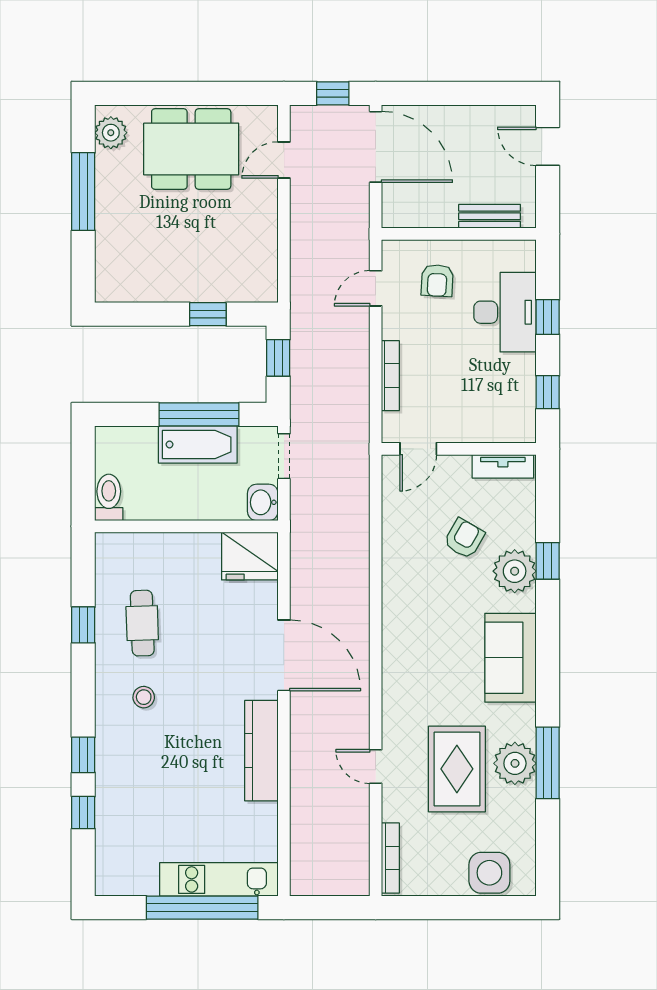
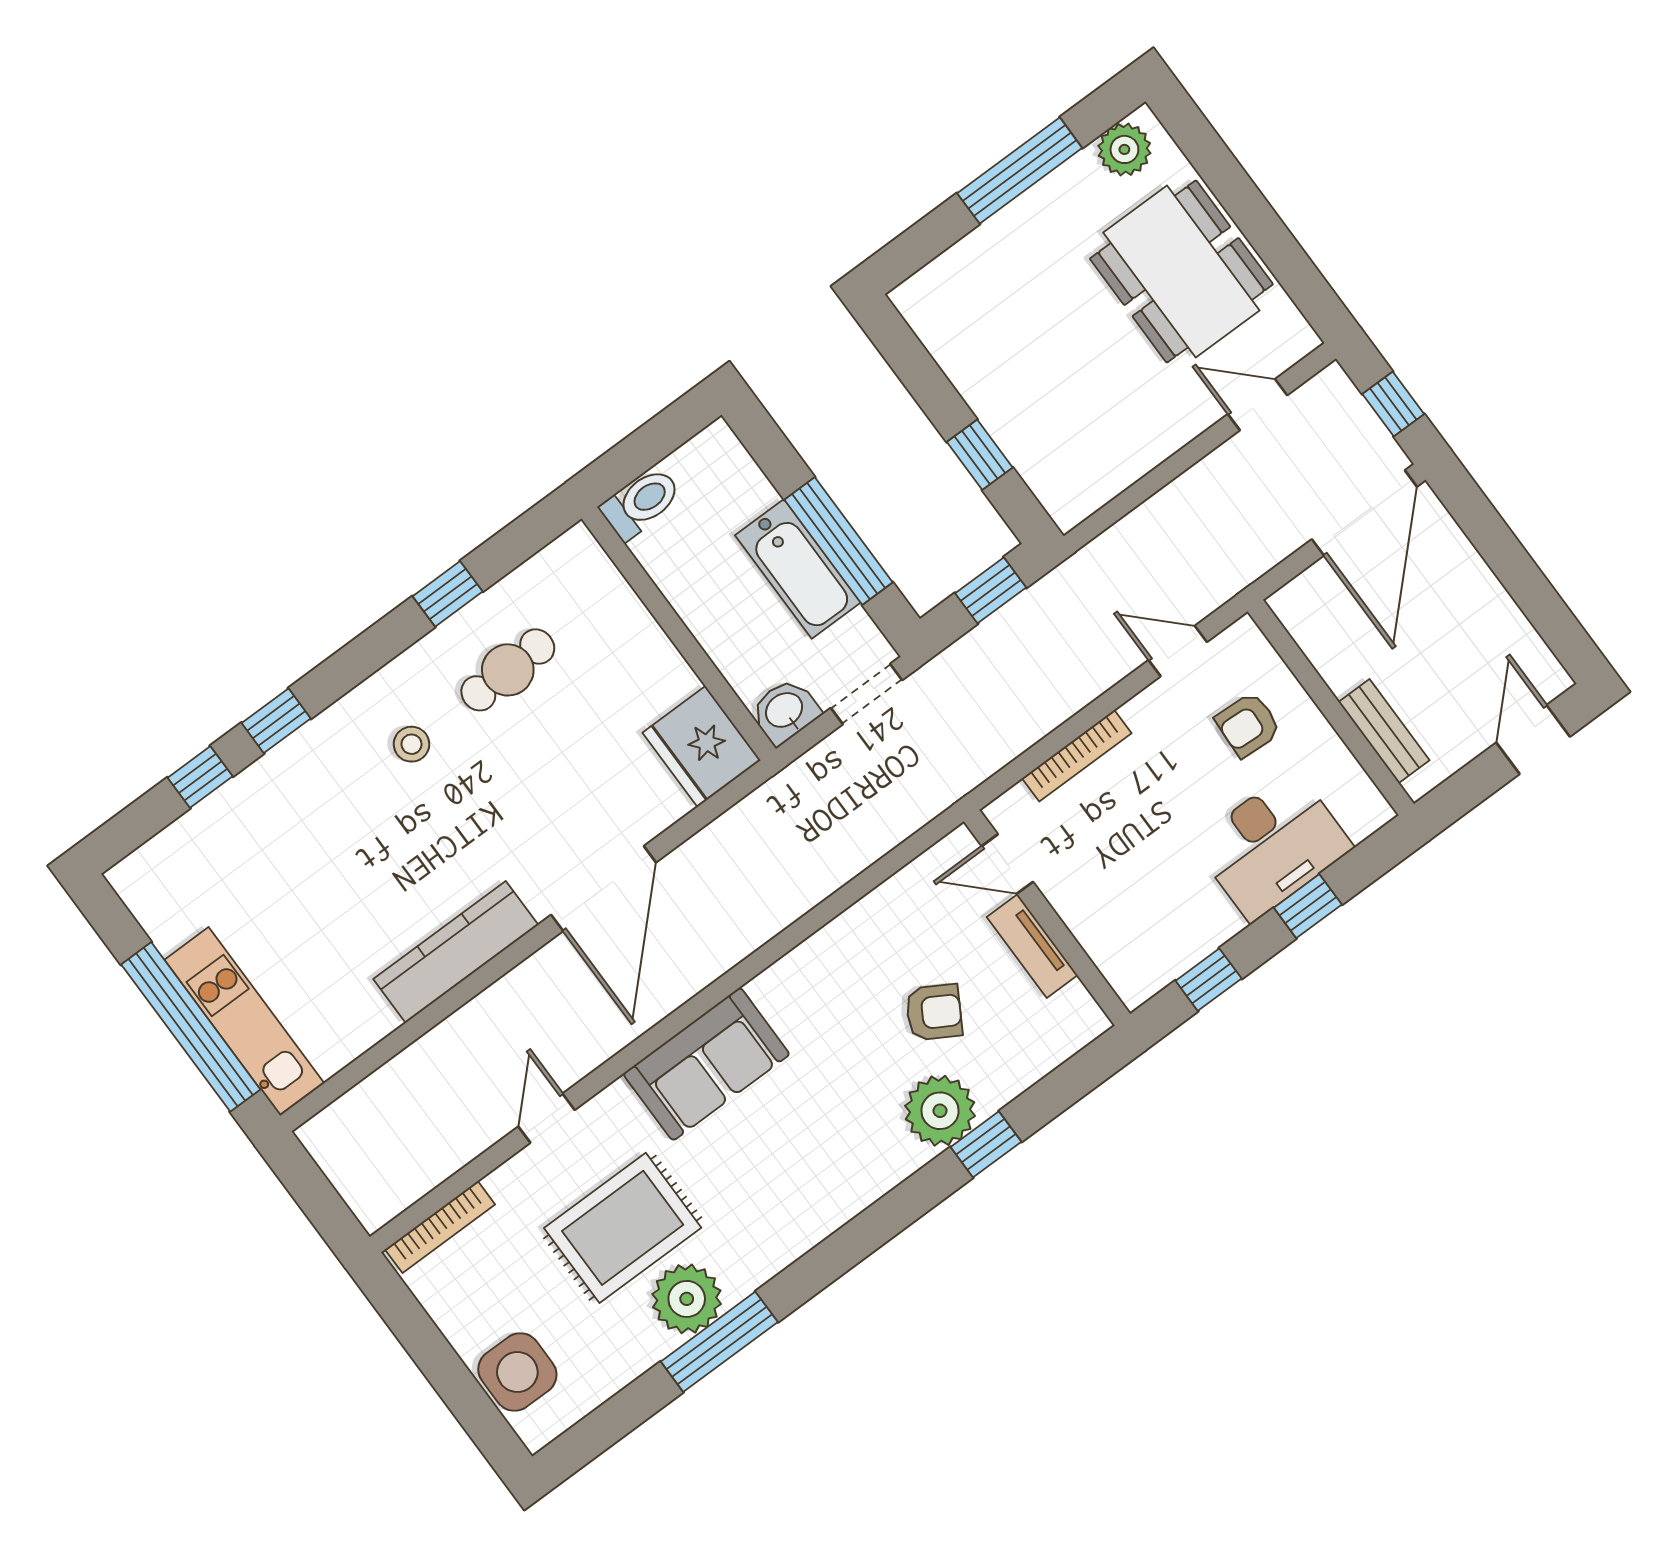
tv unit: (503, 466) -> (1032, 946), moved
sofa: (511, 658) -> (706, 1064), moved, turned 180

